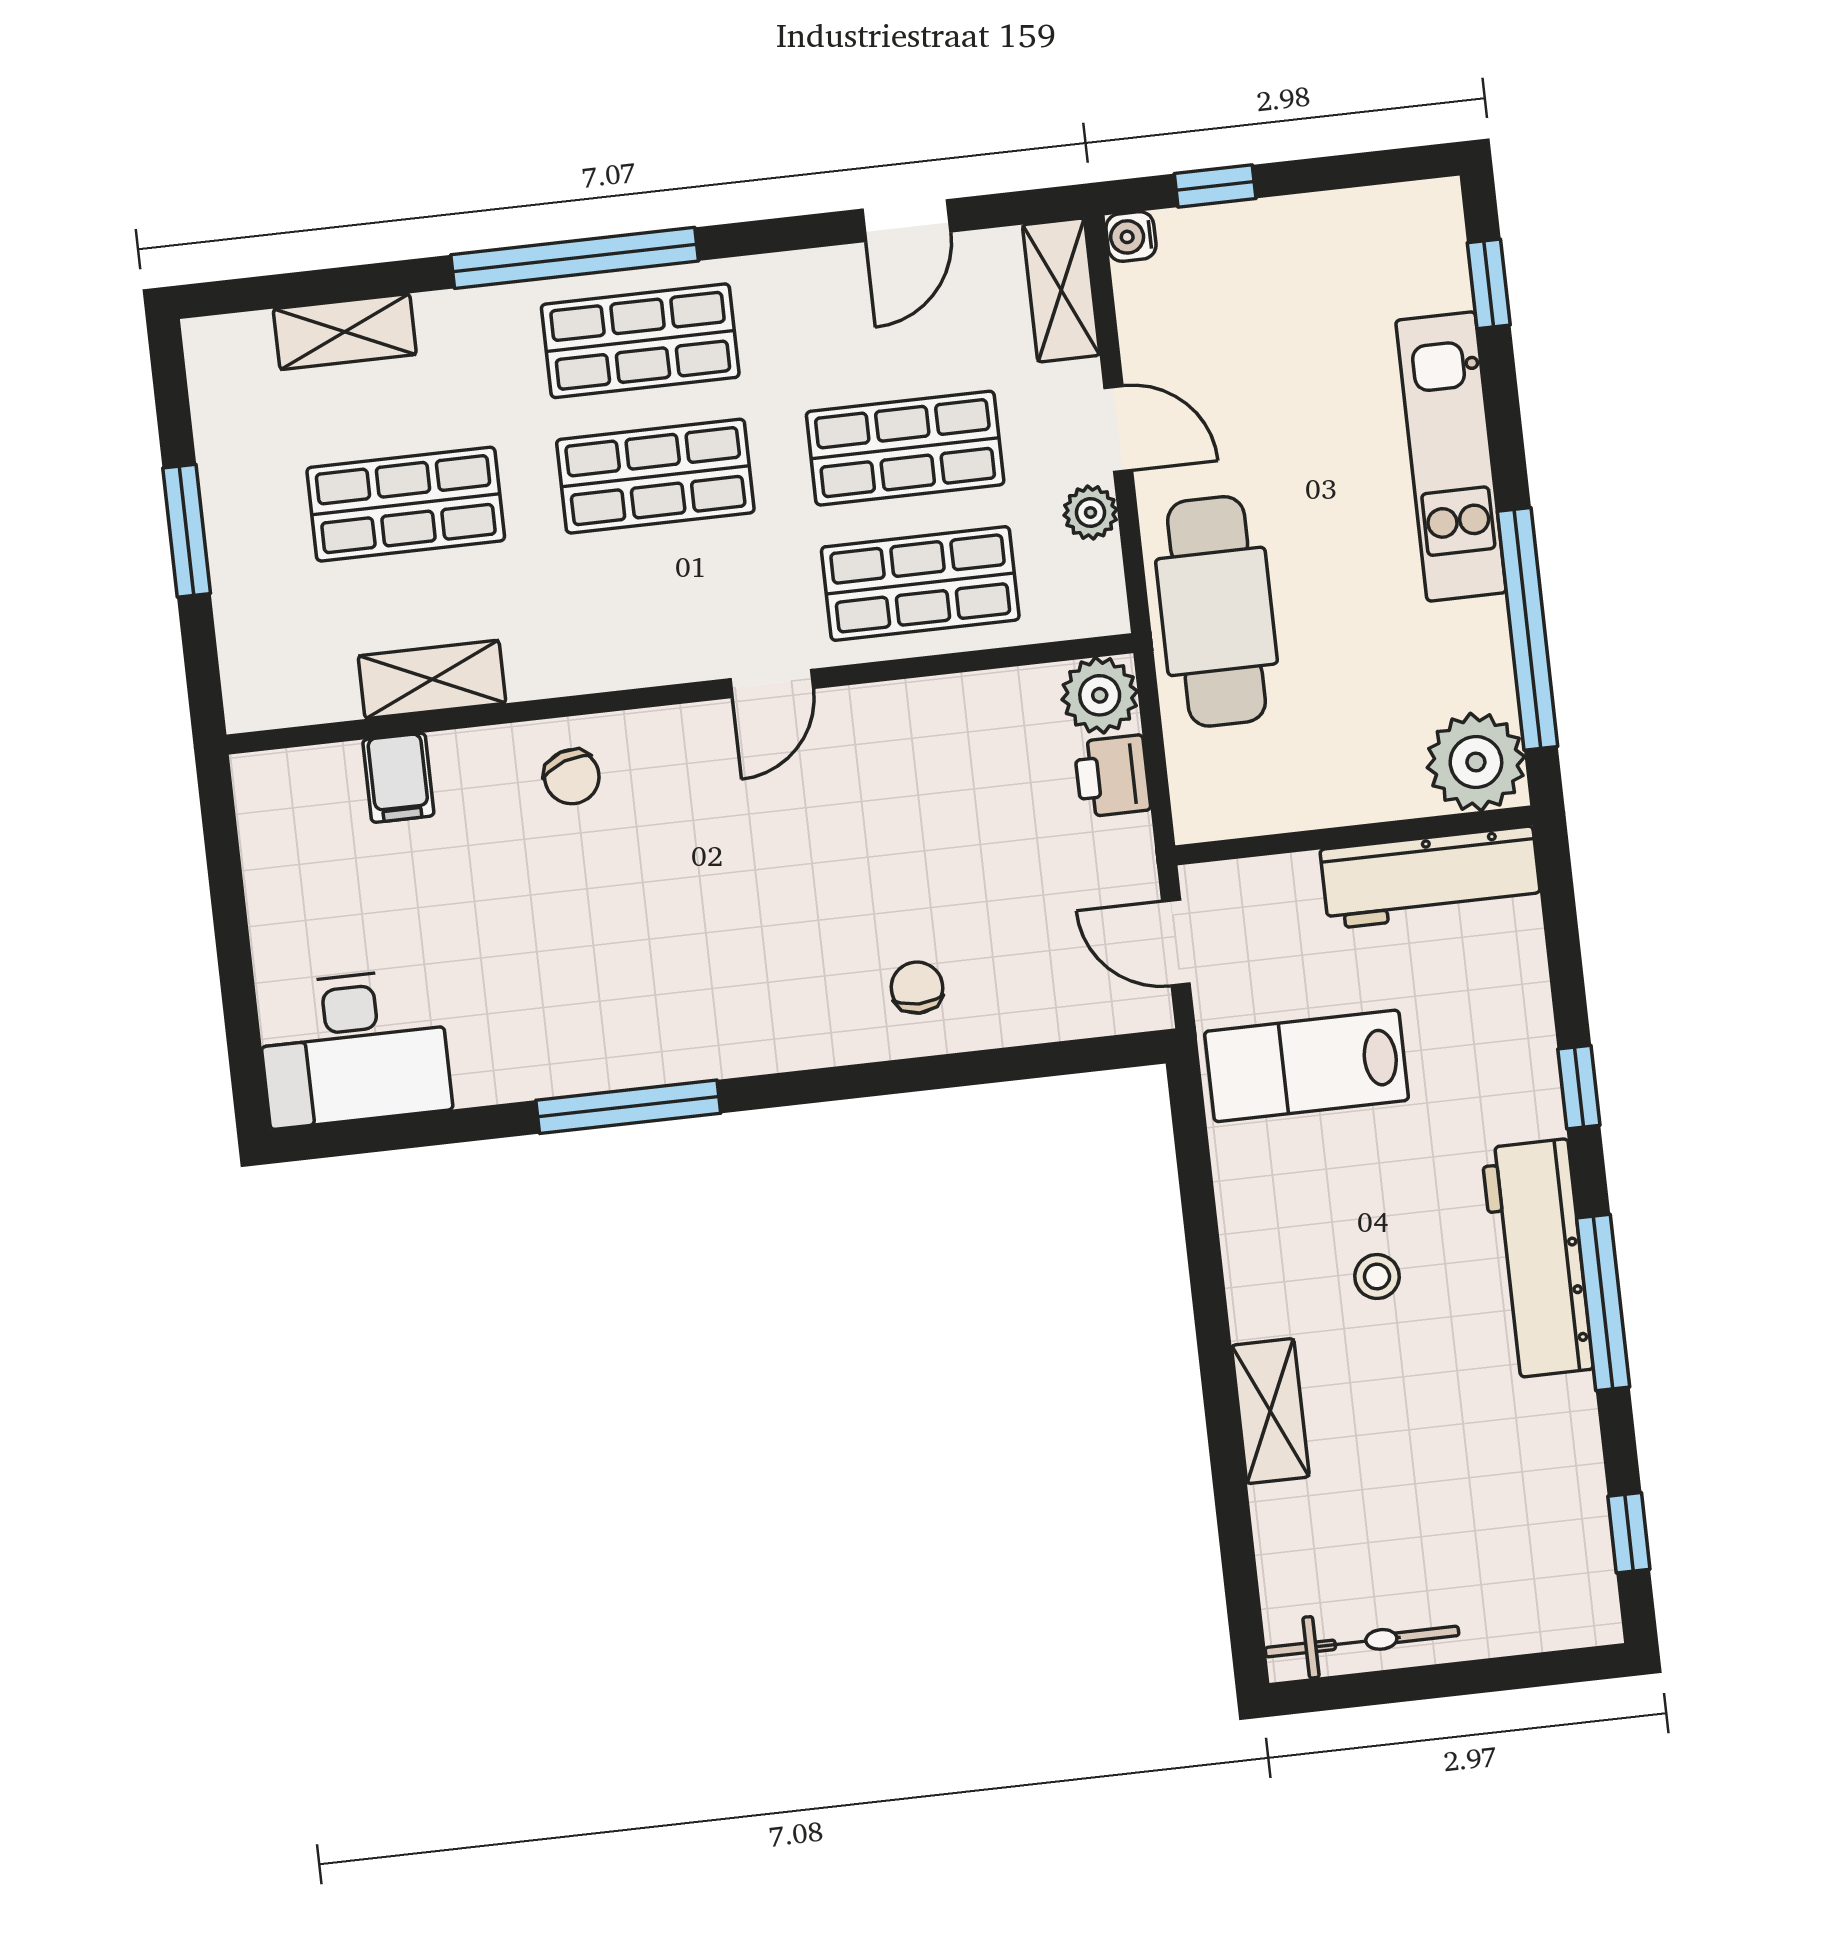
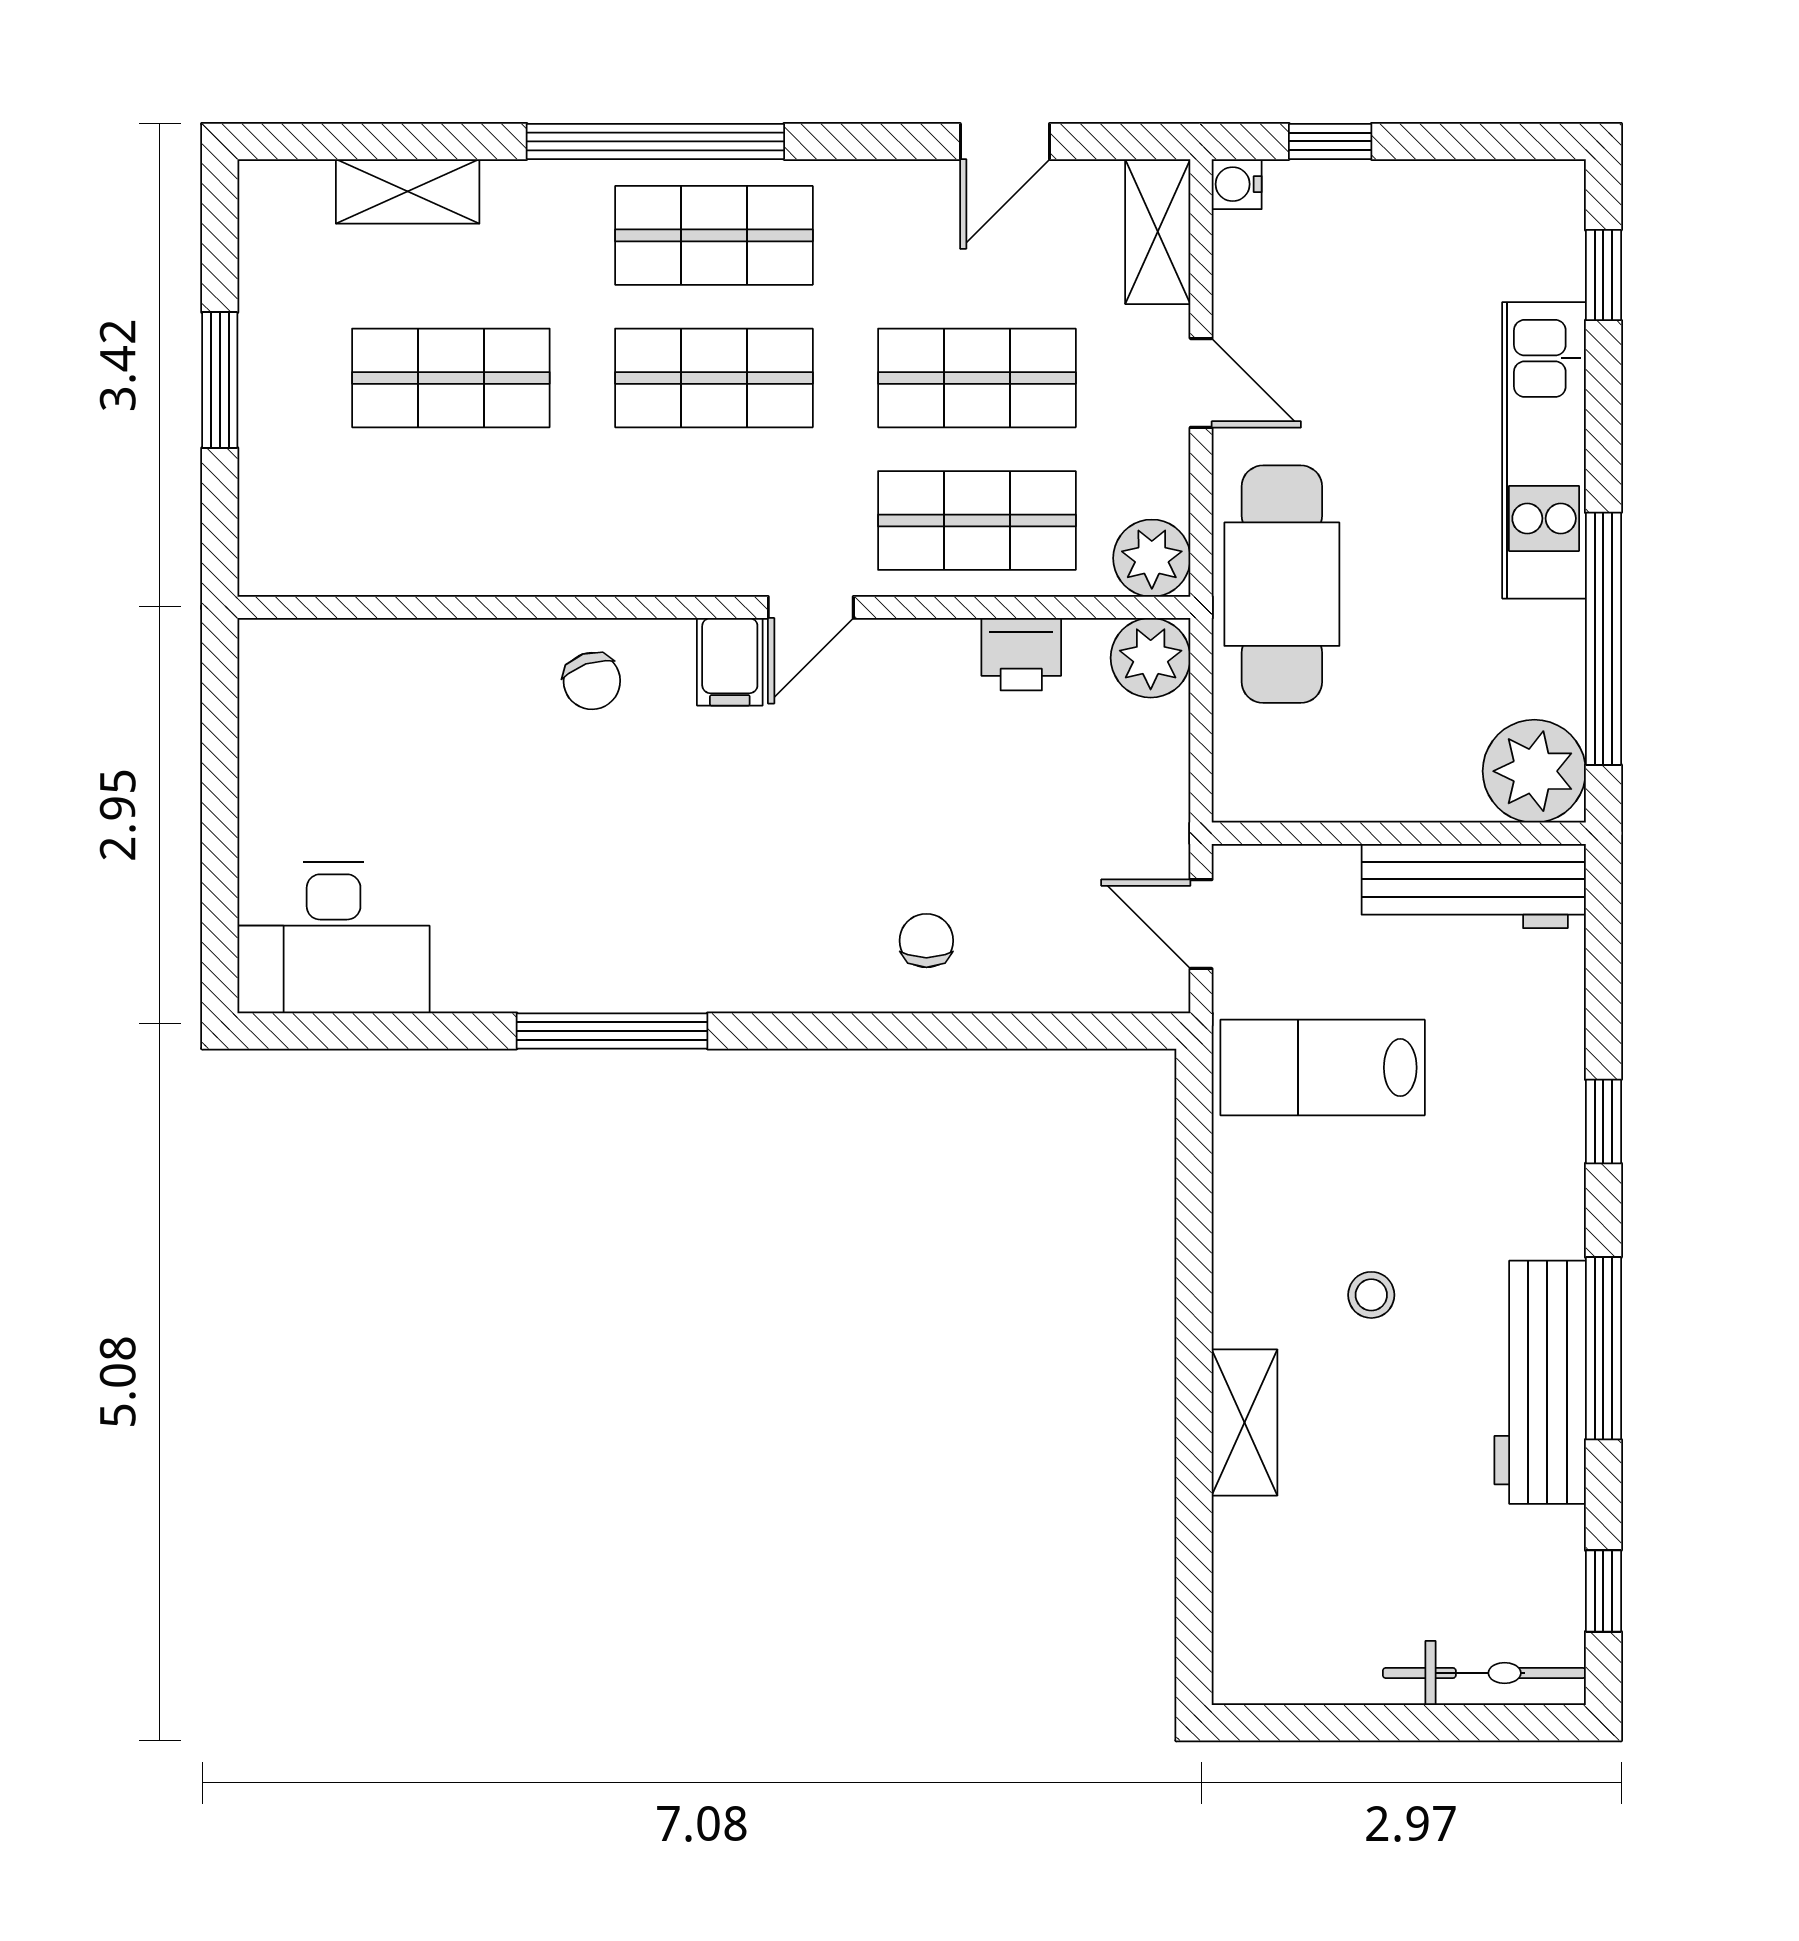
plant: (1090, 512) -> (1152, 558), moved, width x1.38, depth x1.38
shelving: (432, 679) -> (458, 563), removed
printer: (1112, 776) -> (1021, 654), moved, turned -90
filing cabinet: (398, 778) -> (730, 662), moved
workbench: (1537, 1259) -> (1540, 1382), moved
bicycle: (1362, 1642) -> (1484, 1673), moved

